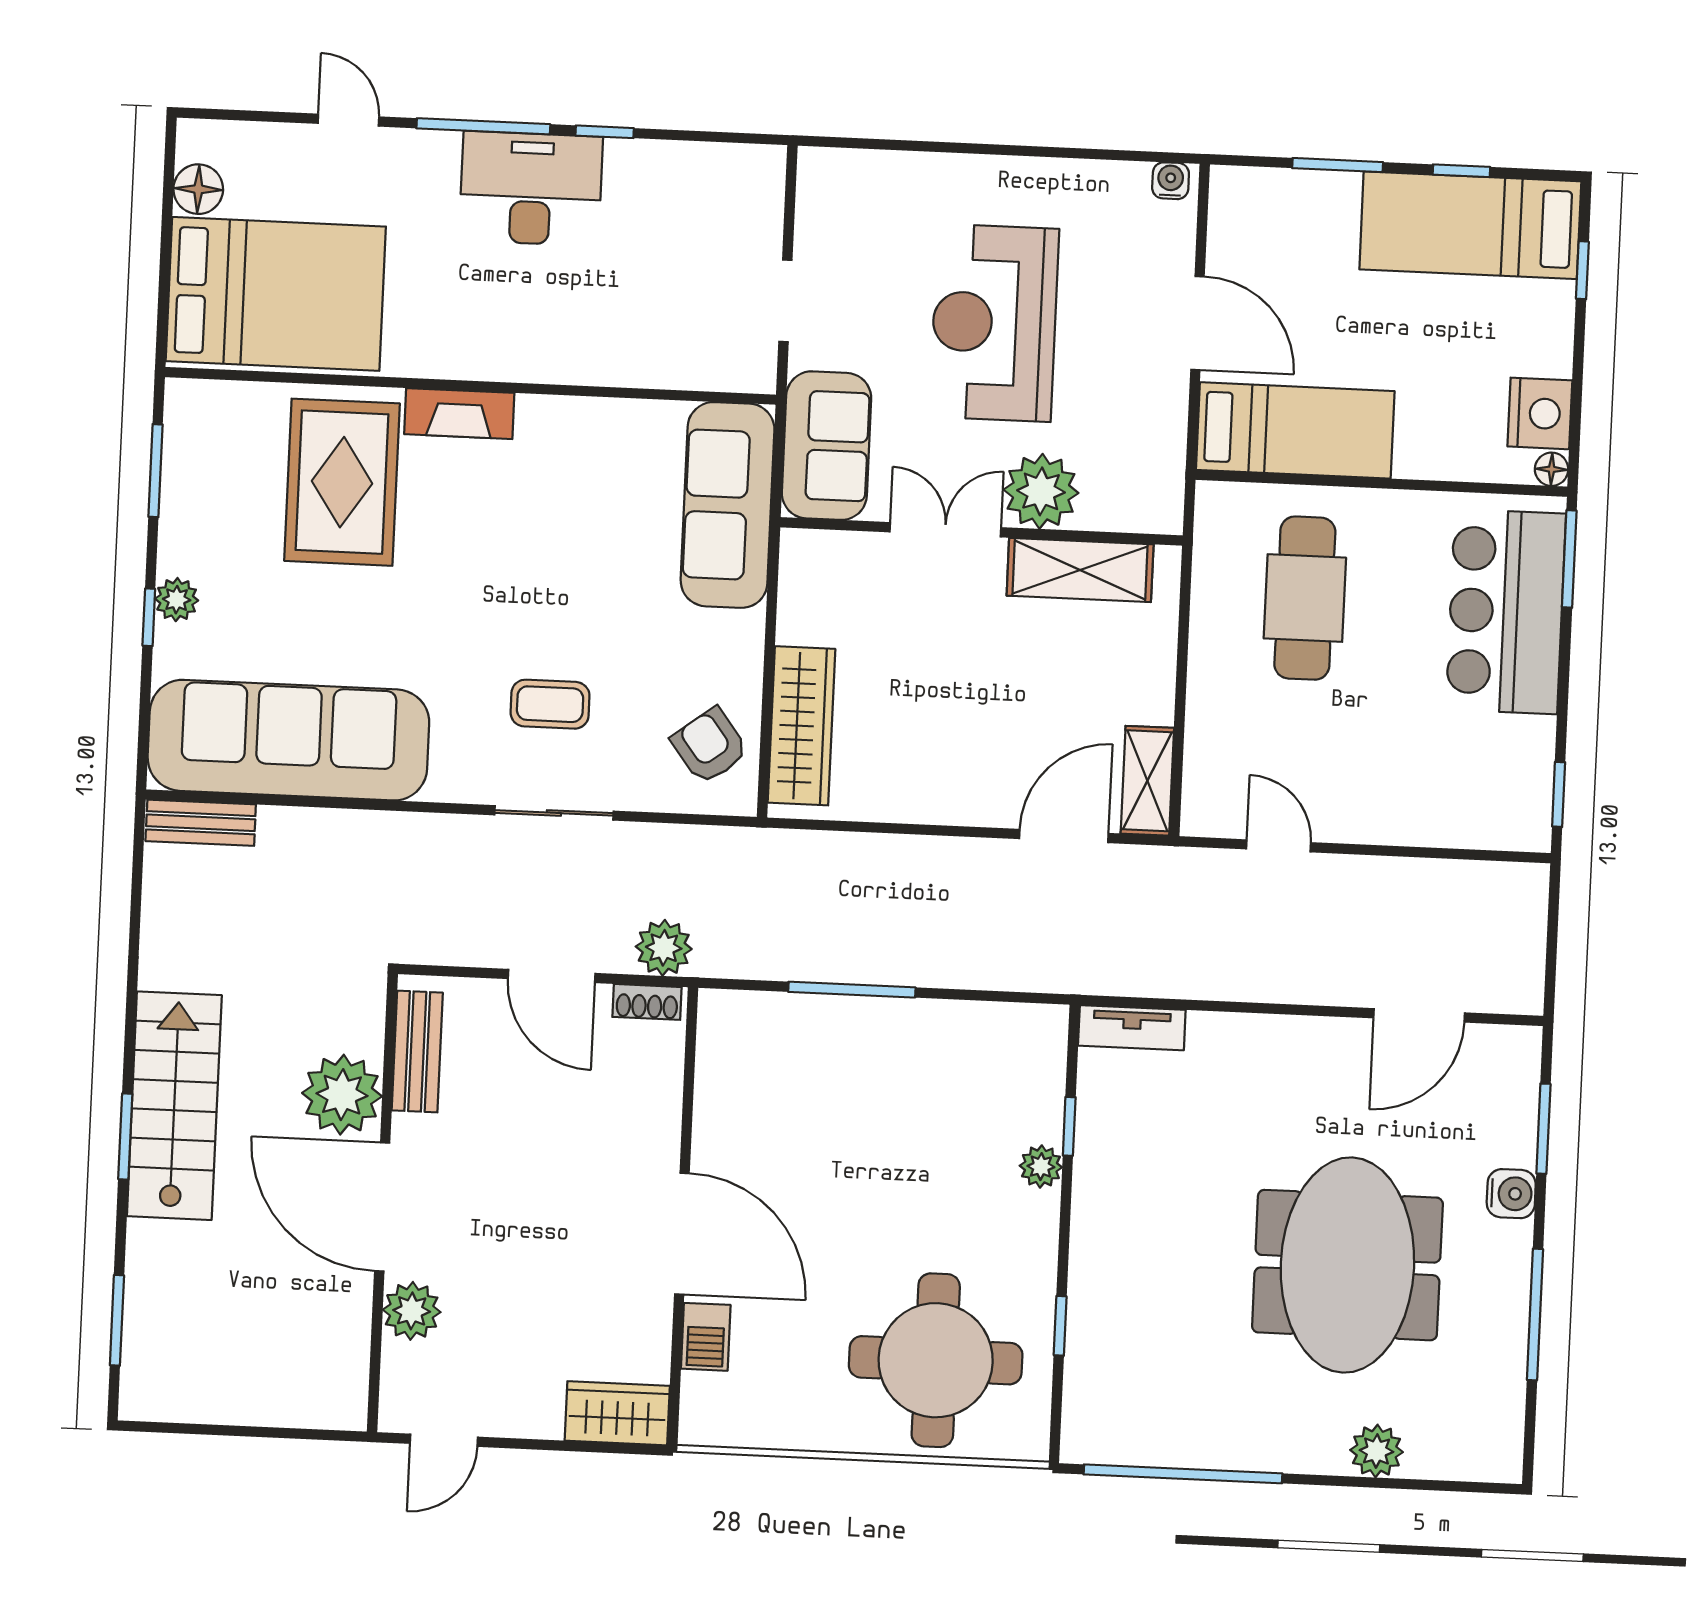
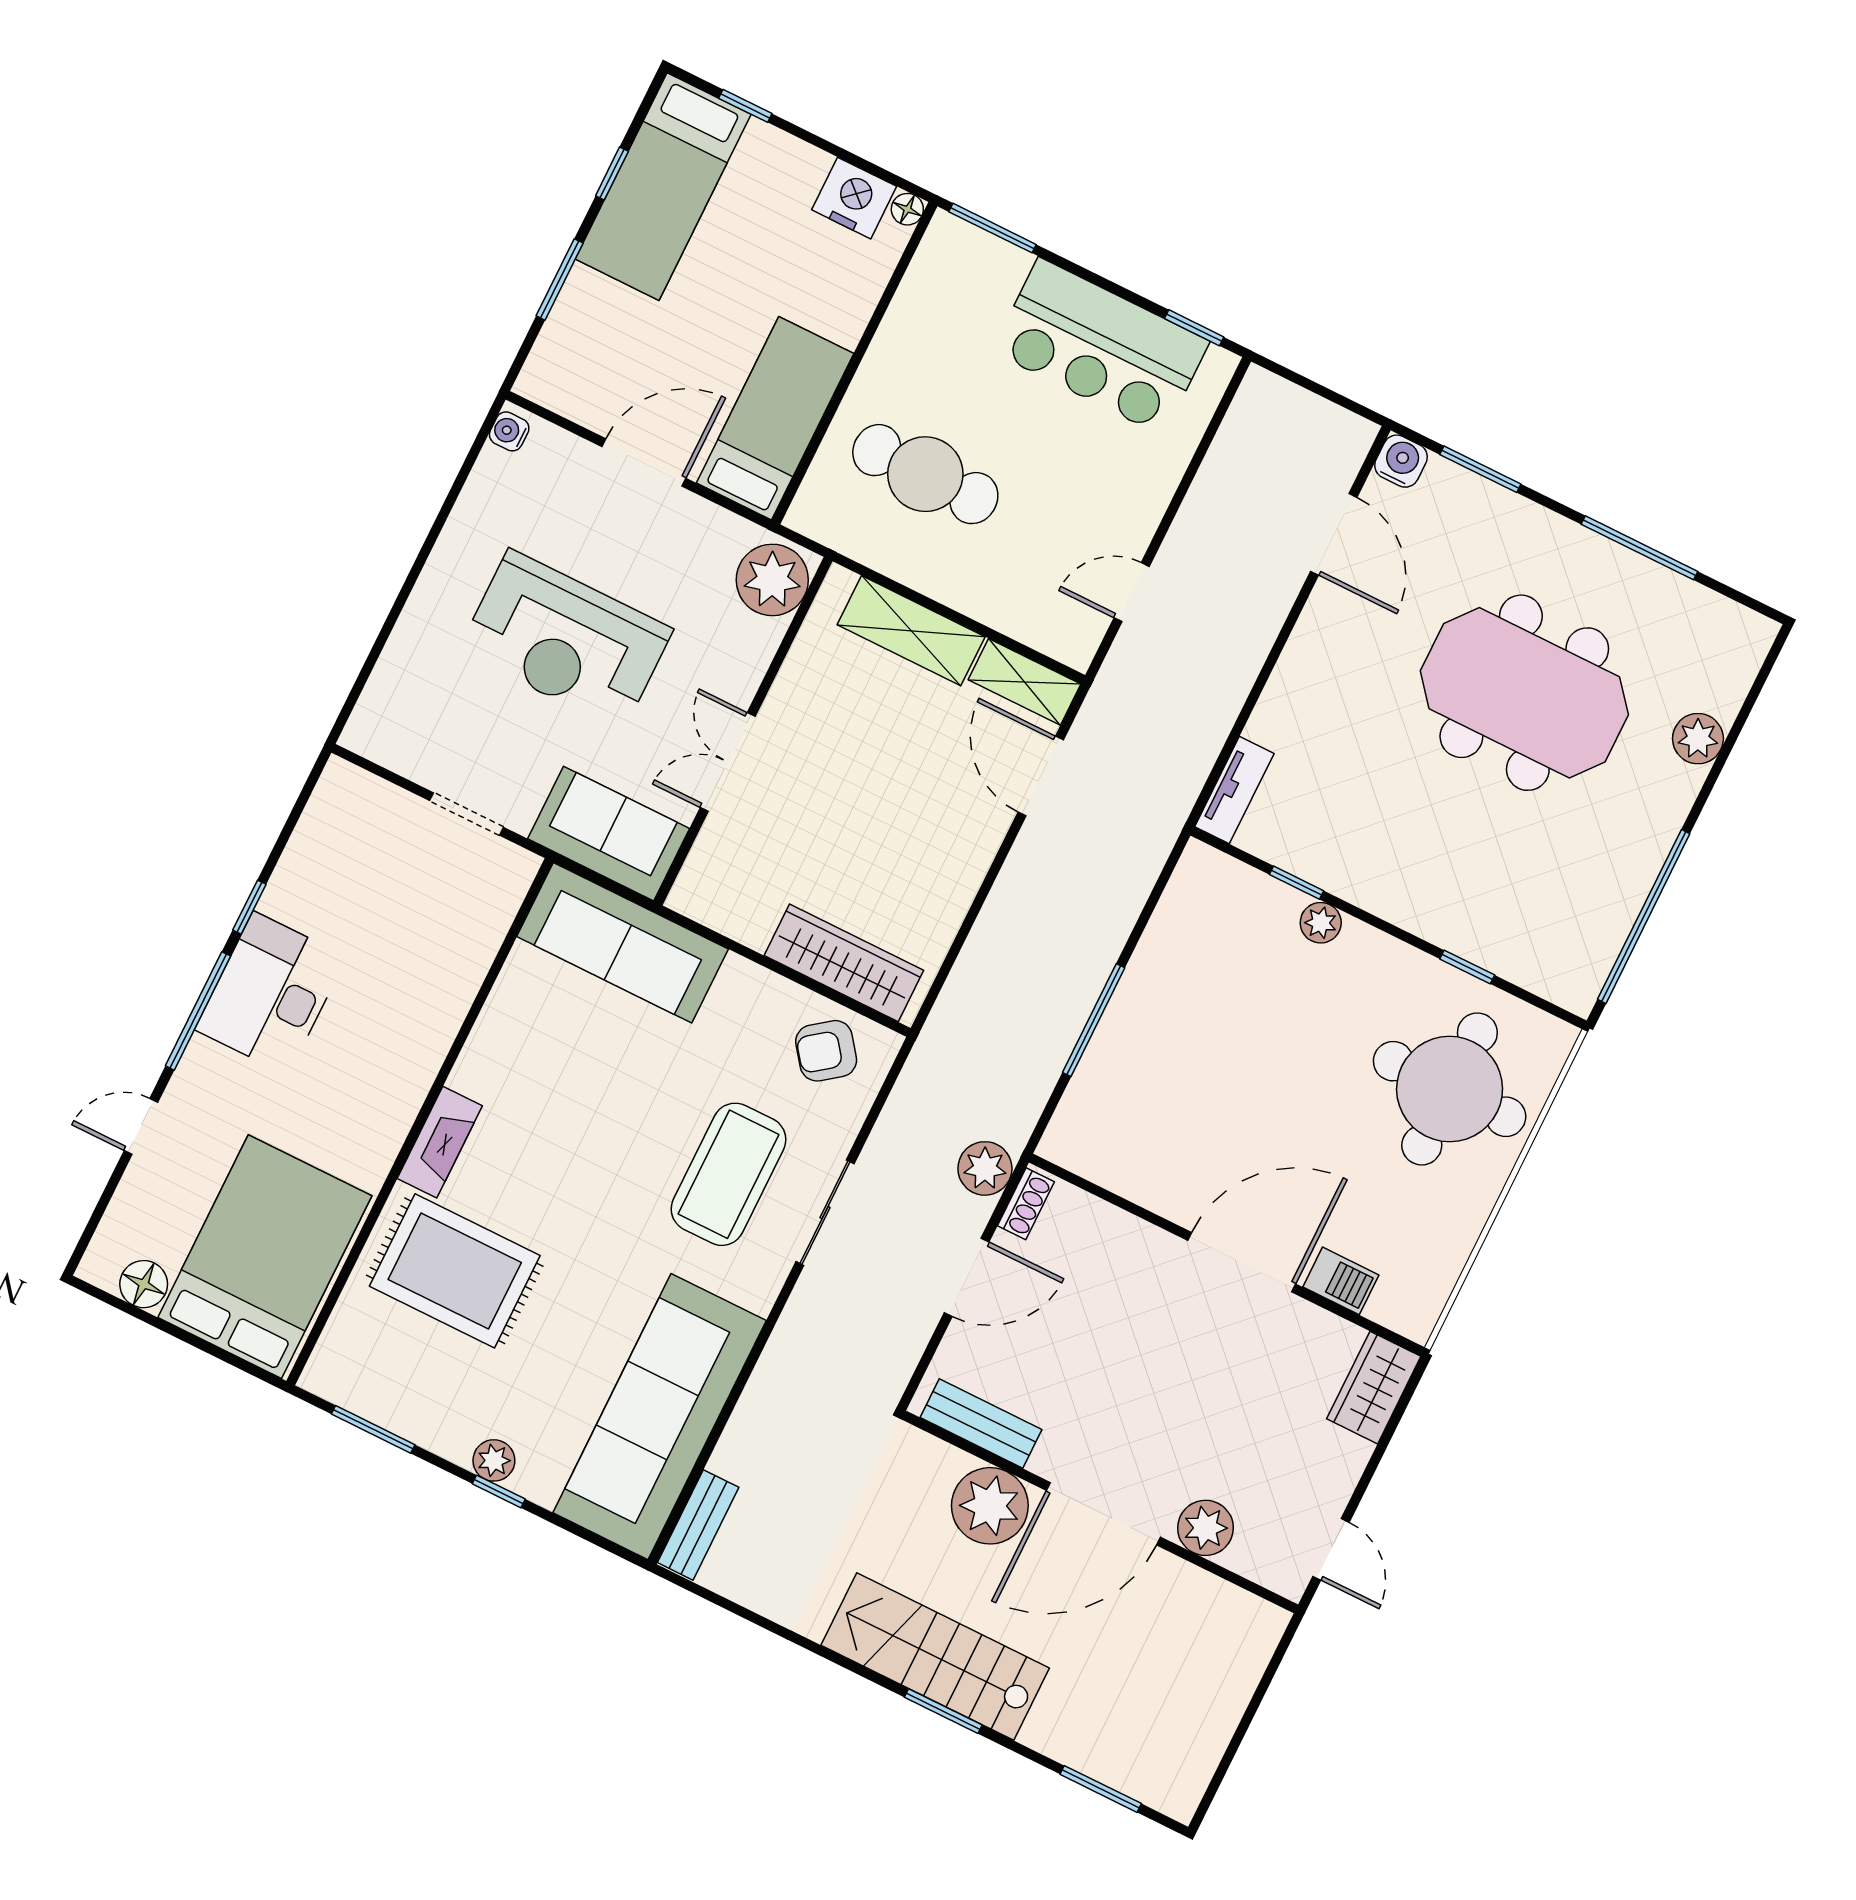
plant: (1041, 491) -> (772, 580), moved
shelving: (1080, 570) -> (911, 631), moved, turned 90
bar counter: (1506, 612) -> (1101, 346), moved
coffee table: (550, 704) -> (729, 1174), width x1.86, depth x1.72
water cooler: (1511, 1194) -> (1401, 461), moved

